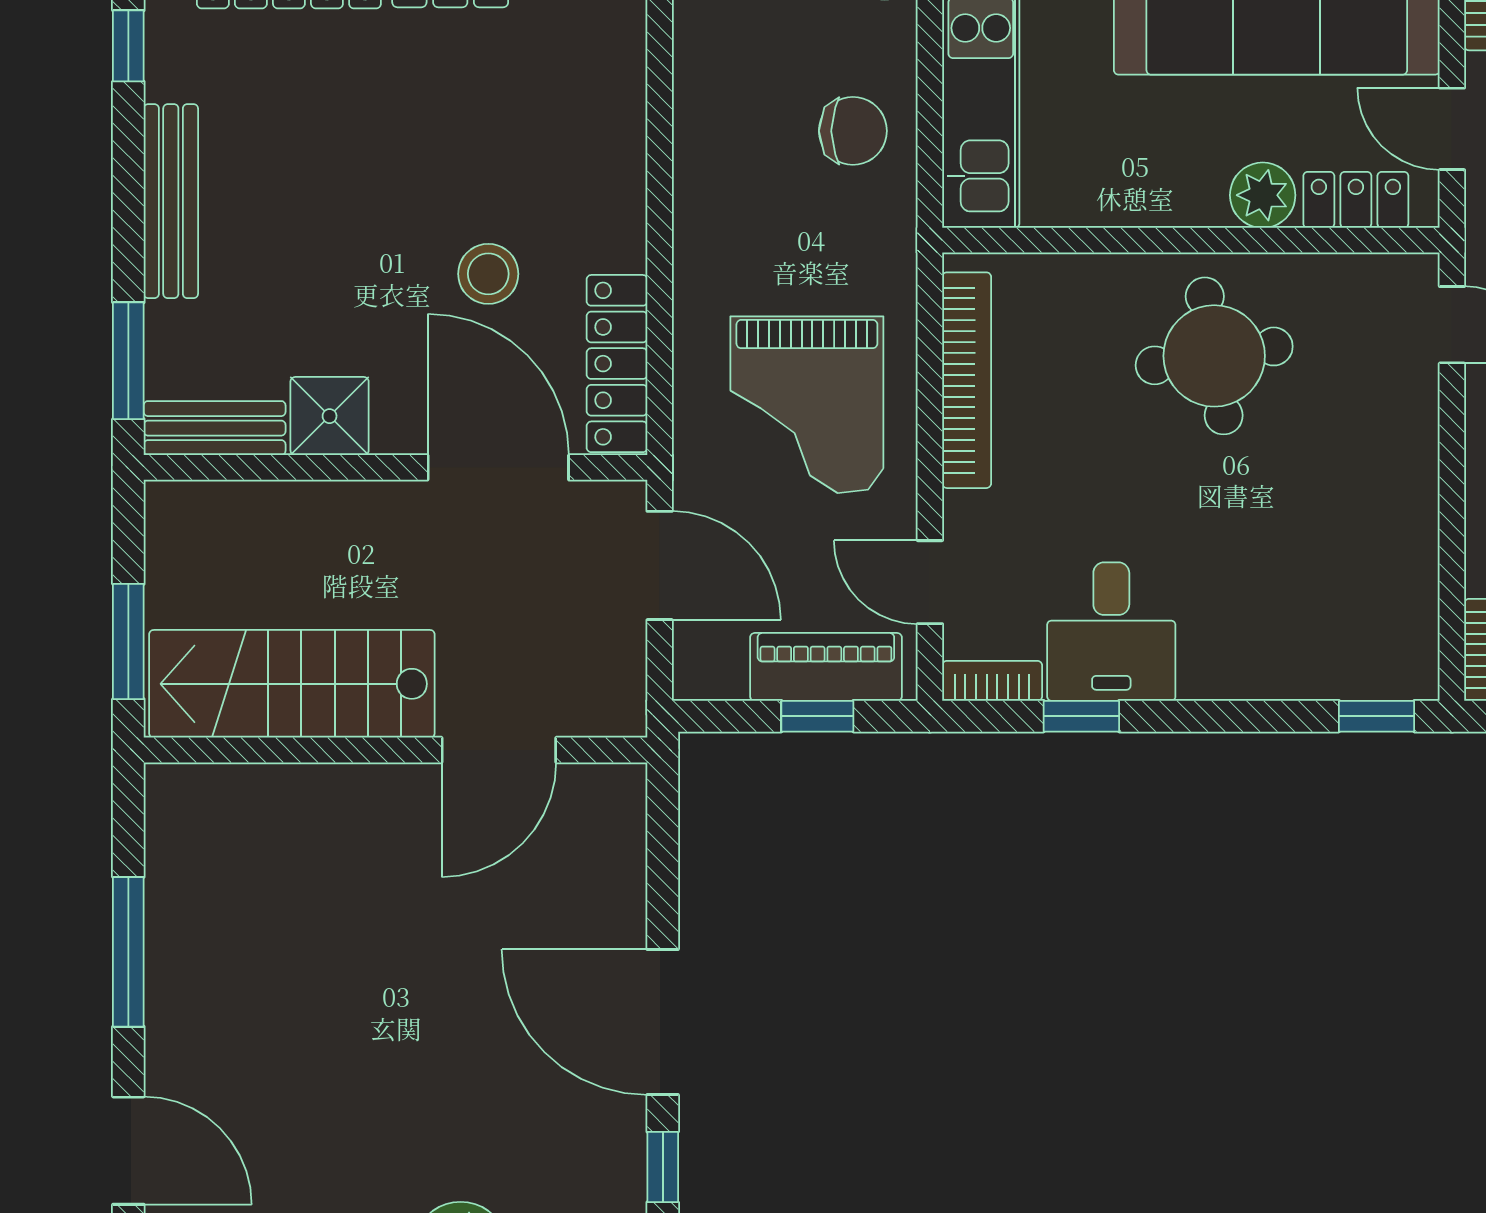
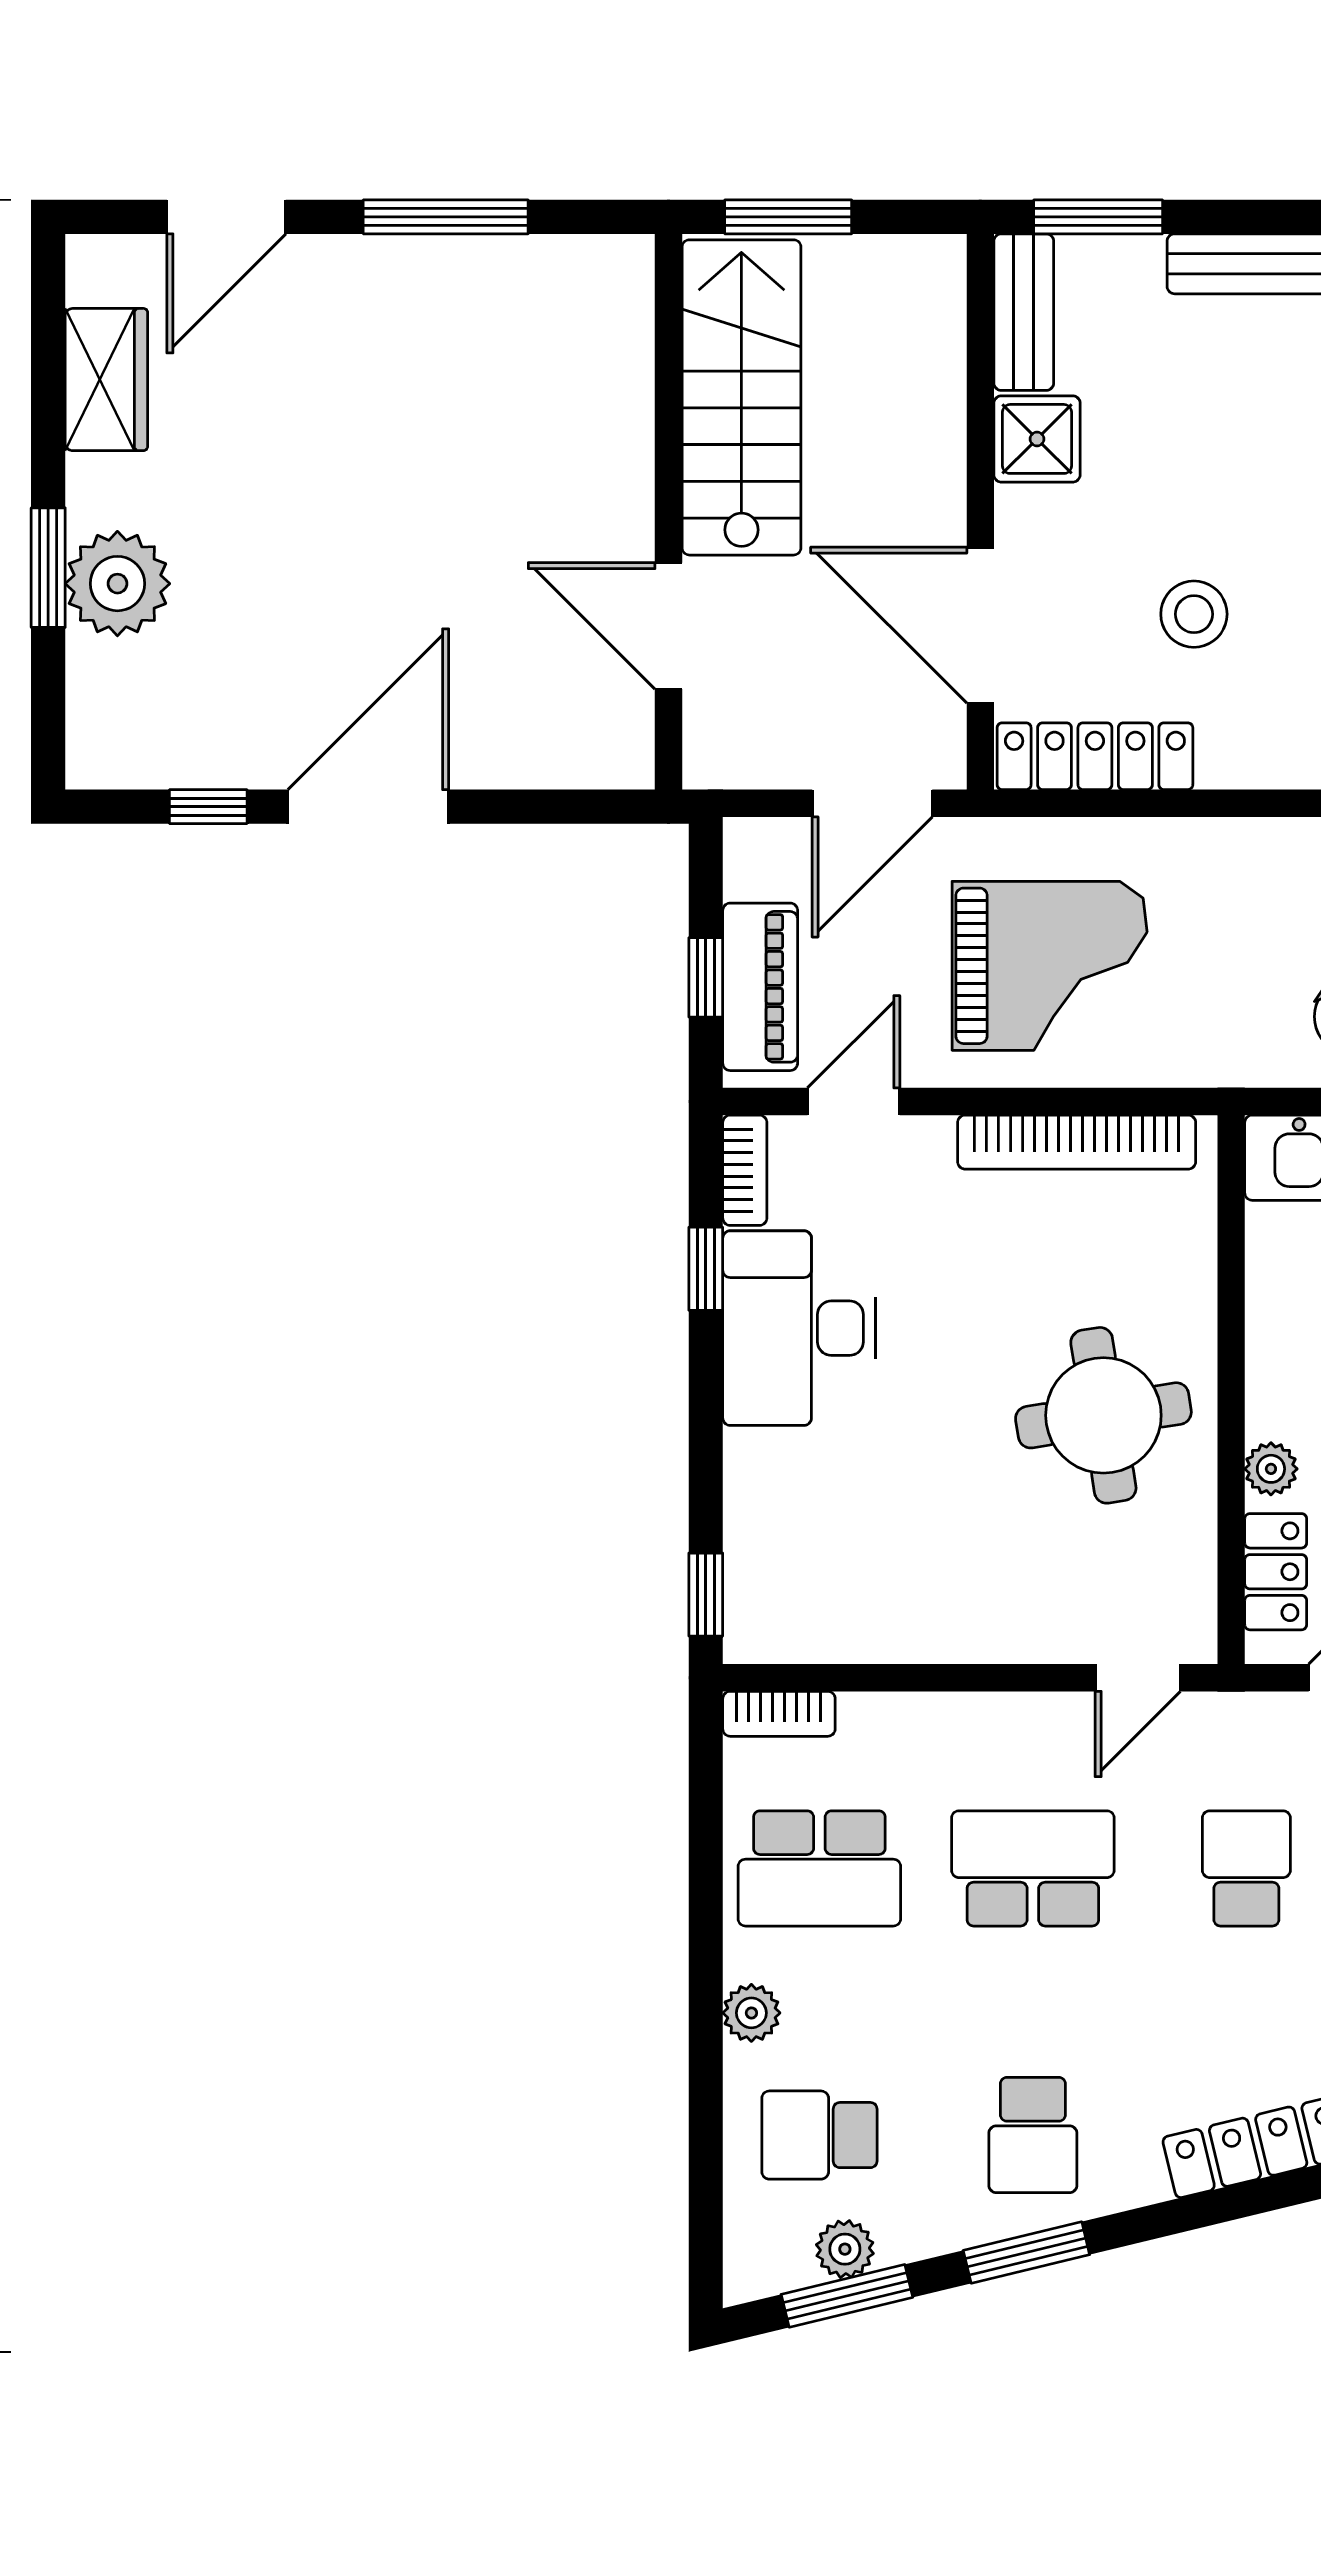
plant: (1263, 195) -> (1271, 1469), width x0.73, depth x0.73
grand piano: (807, 405) -> (1050, 966), turned 180
door: (498, 467) -> (980, 625), swing flipped
desk: (1111, 632) -> (799, 1328), width x1.37

